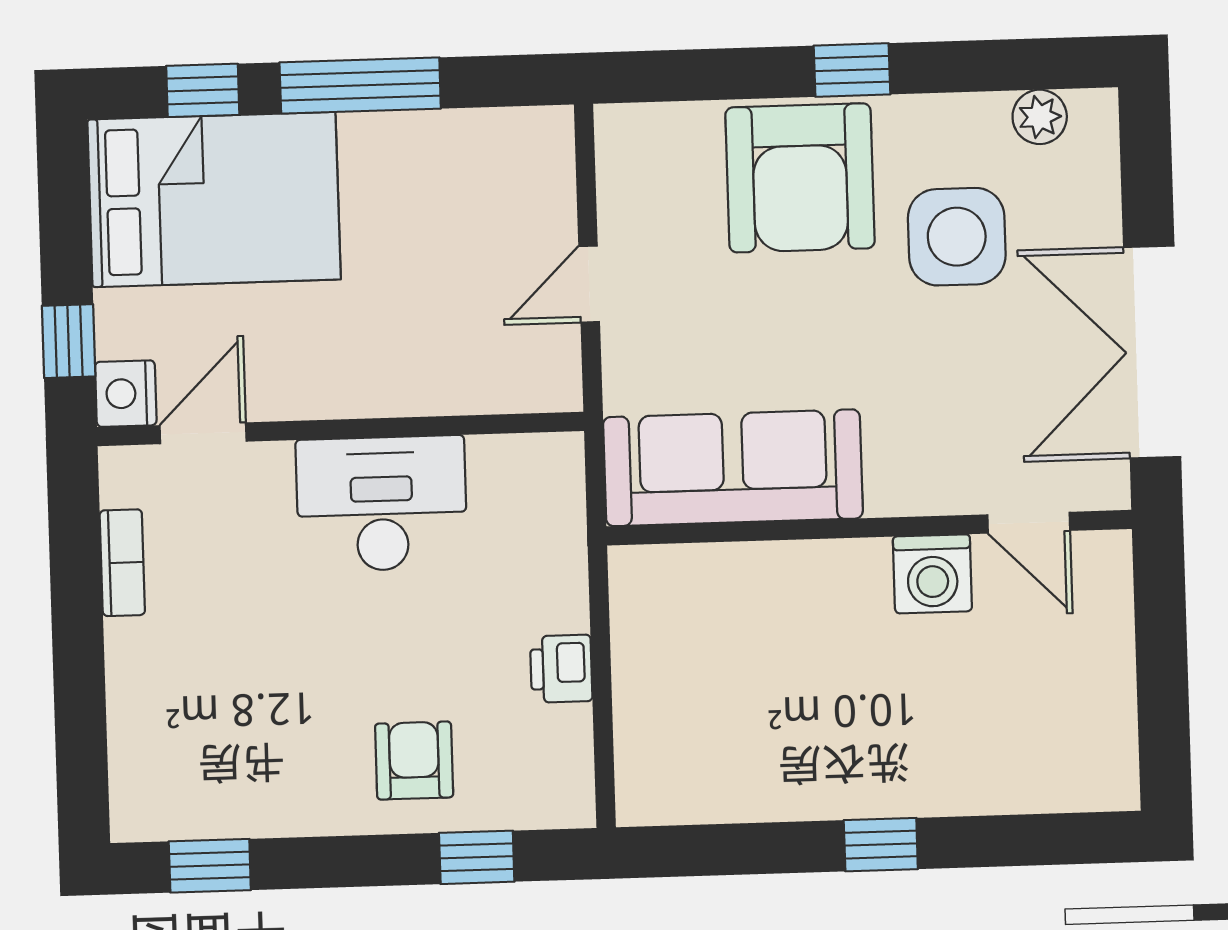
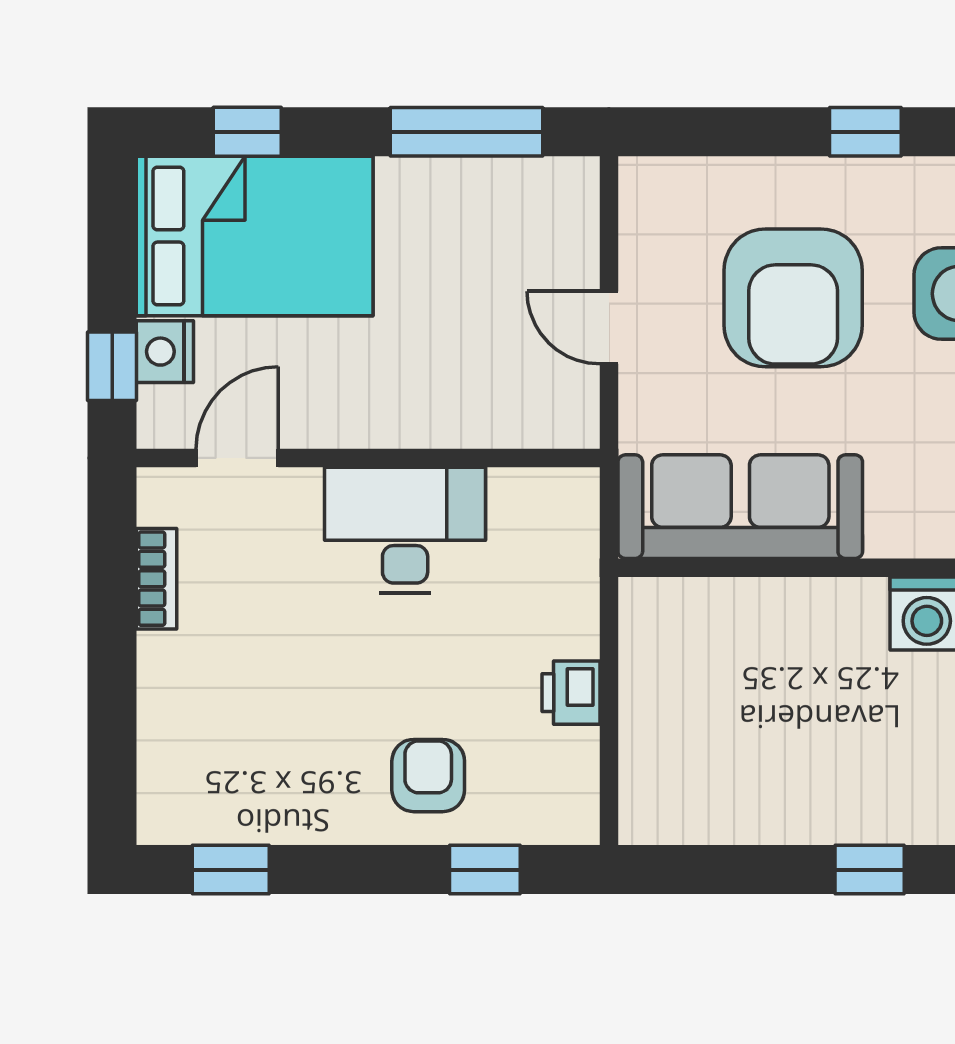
window: (360, 85) -> (467, 132), moved
armchair: (800, 178) -> (793, 298), moved
door: (589, 284) -> (609, 328), hinge flipped
nightstand: (126, 394) -> (165, 352), moved

